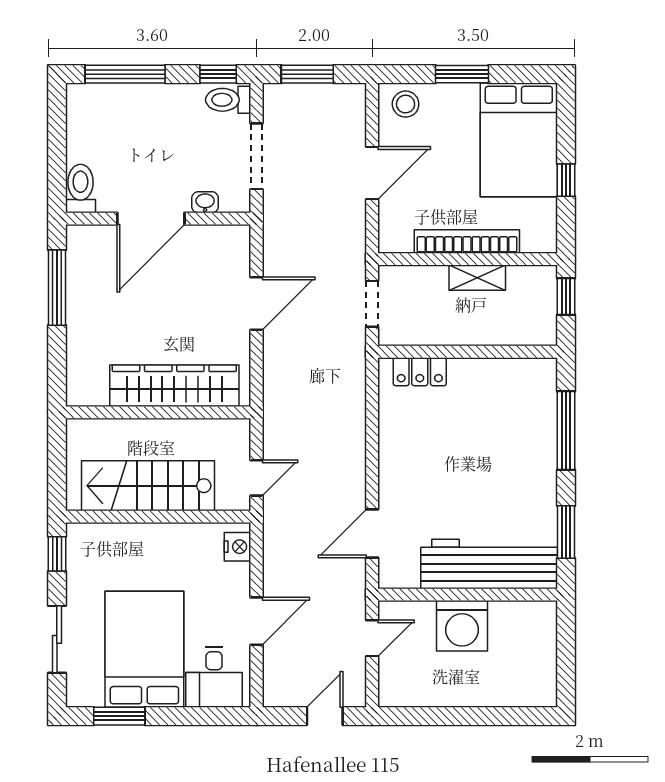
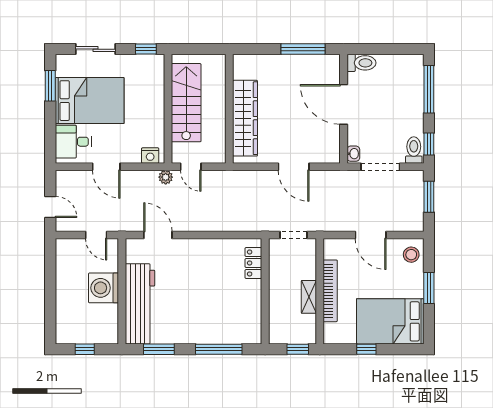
washbasin: (205, 202) -> (353, 154), moved
plant: (274, 520) -> (166, 177), added
window: (566, 658) -> (85, 349), added

